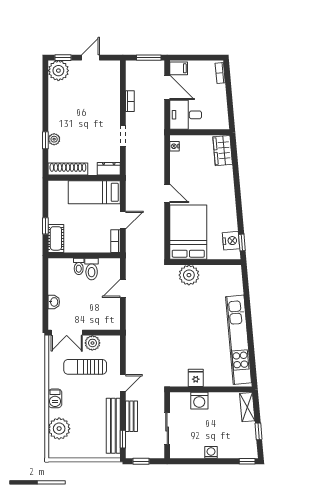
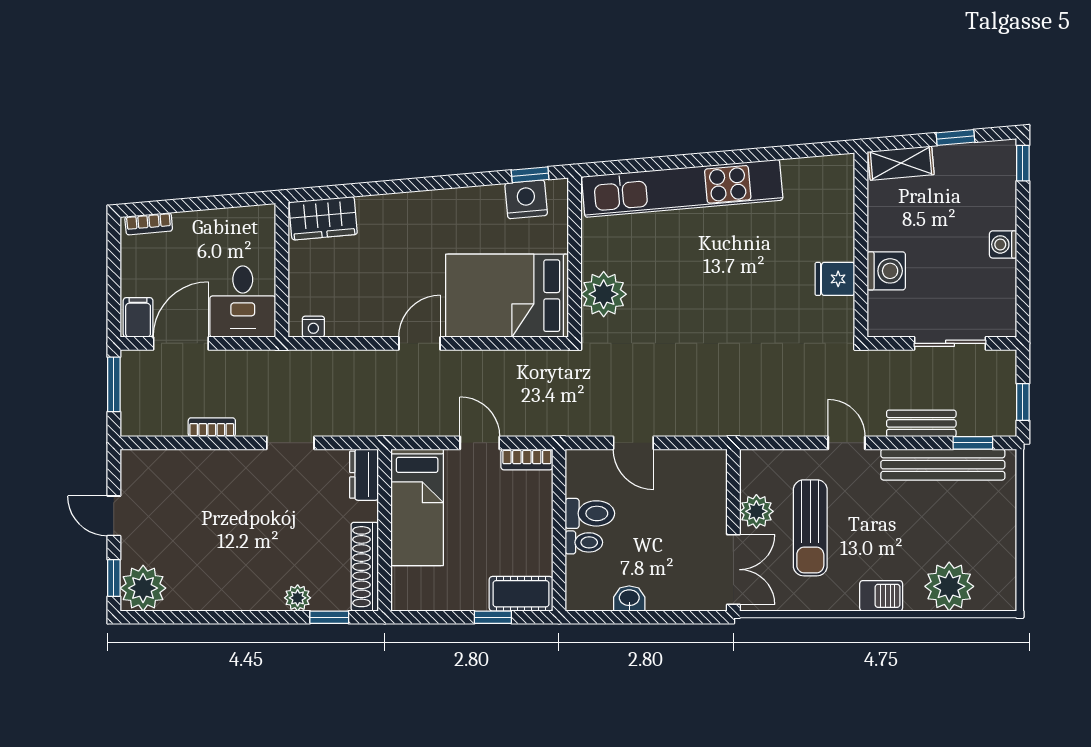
window: (45, 140) -> (329, 617), moved
washbasin: (54, 302) -> (629, 598), moved
kitchen unit: (239, 340) -> (682, 188), moved

